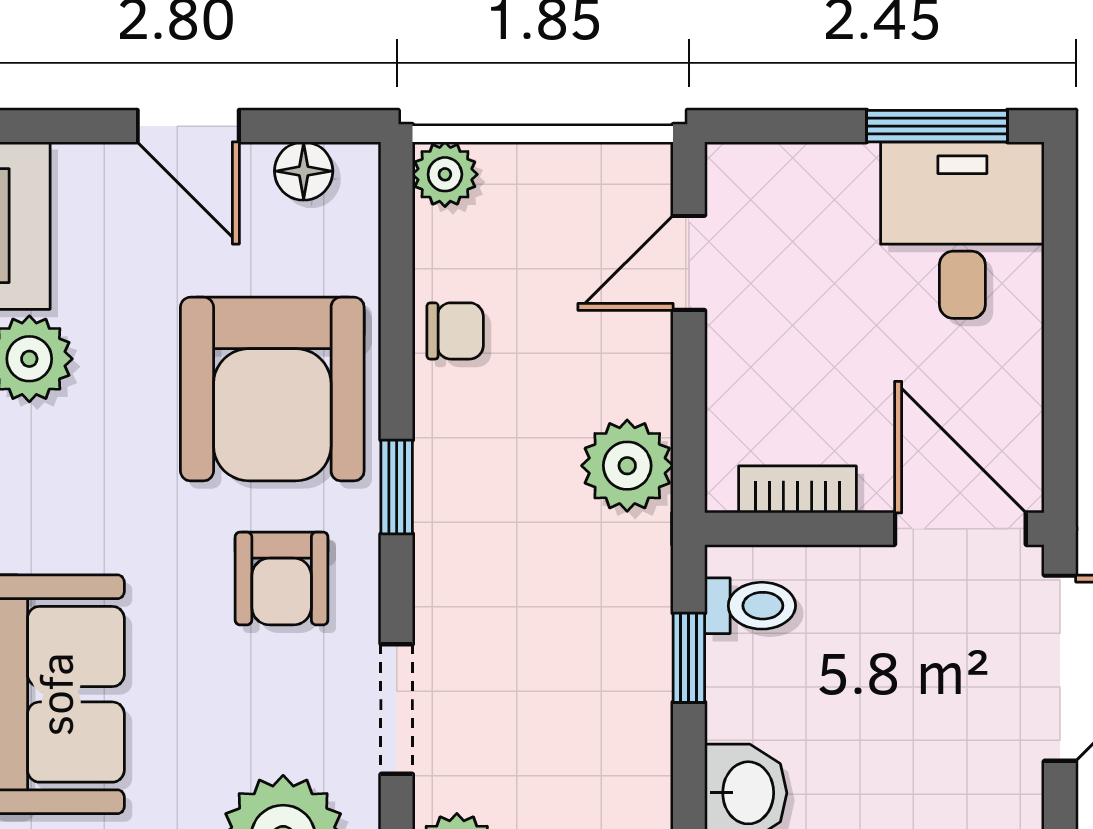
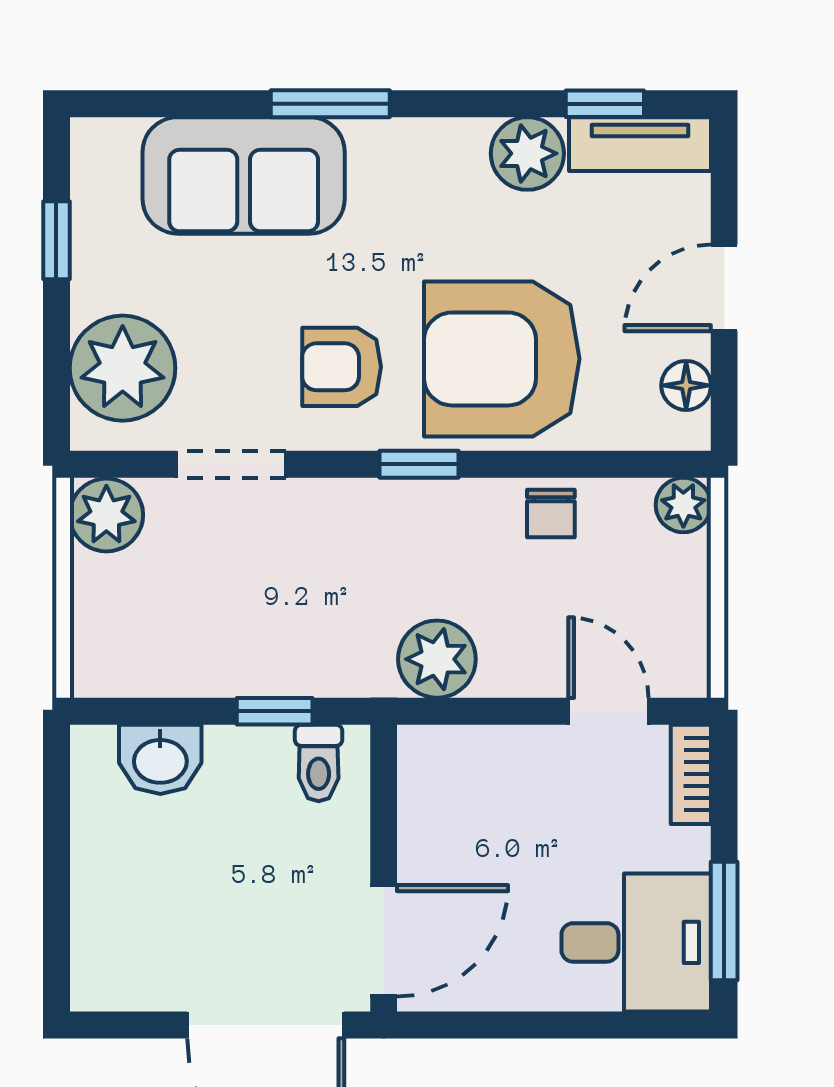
bookcase: (797, 489) -> (691, 774), moved, turned 180

